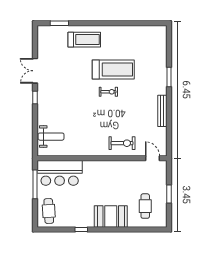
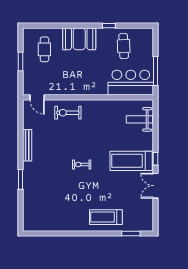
treadmill: (113, 70) -> (131, 161), moved
double door: (35, 71) -> (156, 186), swing flipped
cafe table: (49, 211) -> (124, 46), moved

